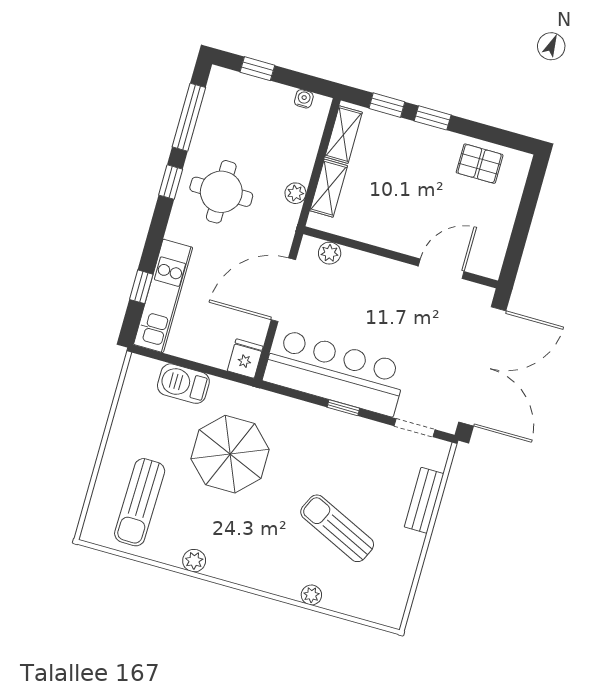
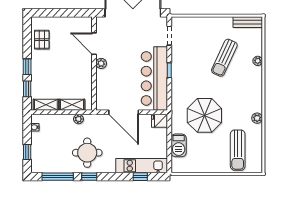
plant: (330, 253) -> (101, 63), moved
bench: (424, 500) -> (248, 22), moved
sun lounger: (140, 502) -> (238, 150), turned 89

